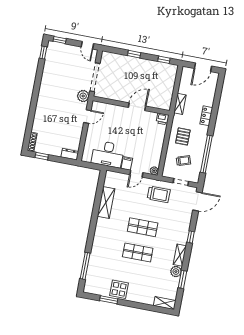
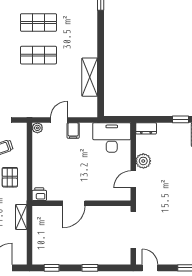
plant: (83, 96) -> (143, 161), moved
desk: (108, 154) -> (112, 137), moved
trolley: (159, 194) -> (26, 100), removed

